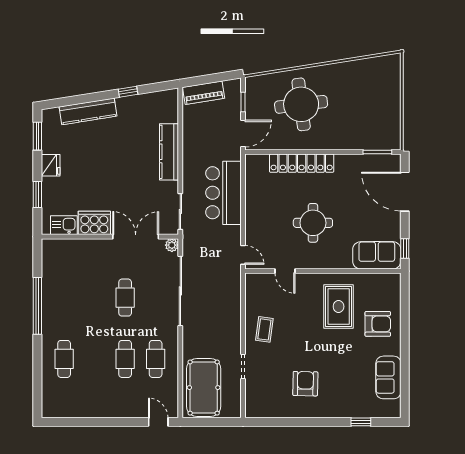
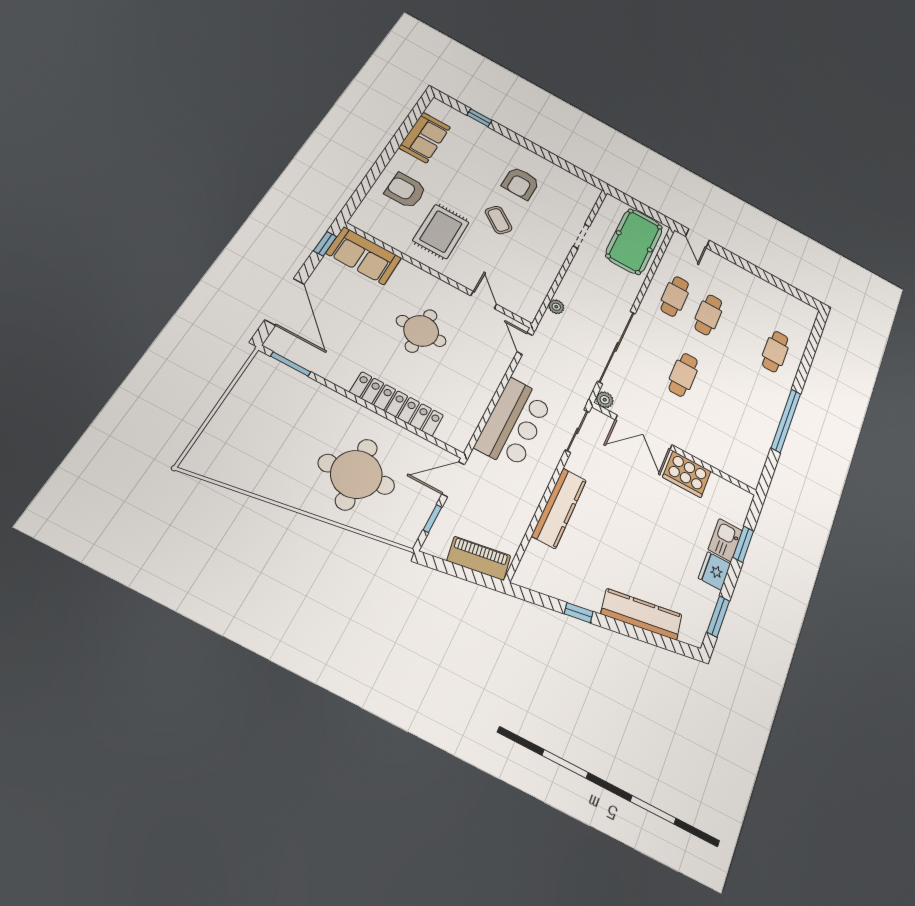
kitchen sink: (64, 225) -> (725, 540), moved, turned 90
plant: (235, 297) -> (556, 307), added
coffee table: (264, 329) -> (499, 220), moved, turned -60

